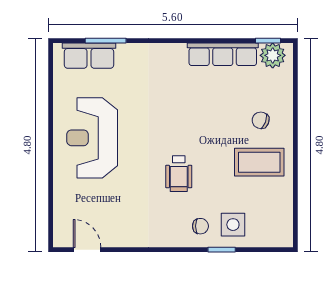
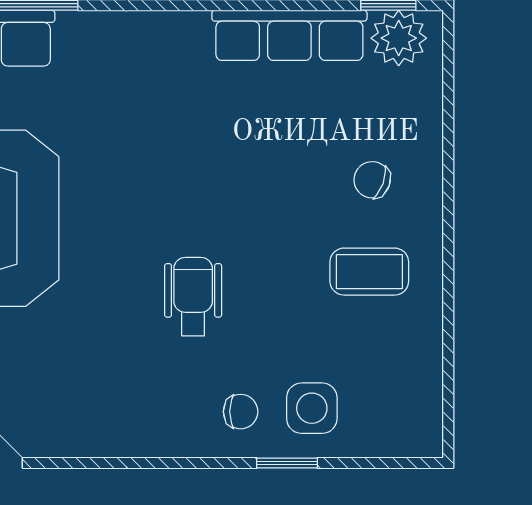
coffee table: (259, 162) -> (369, 272), width x0.73, depth x0.77
wheelchair: (179, 174) -> (193, 297), turned 180

